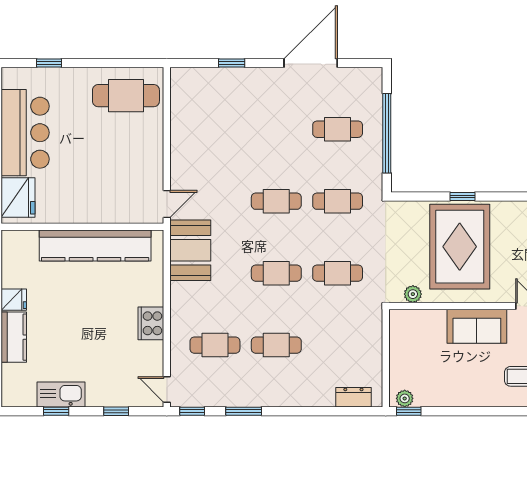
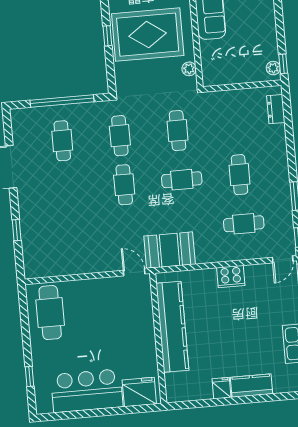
cafe table: (276, 273) -> (182, 180), turned 90
cafe table: (215, 345) -> (244, 224), turned 90

